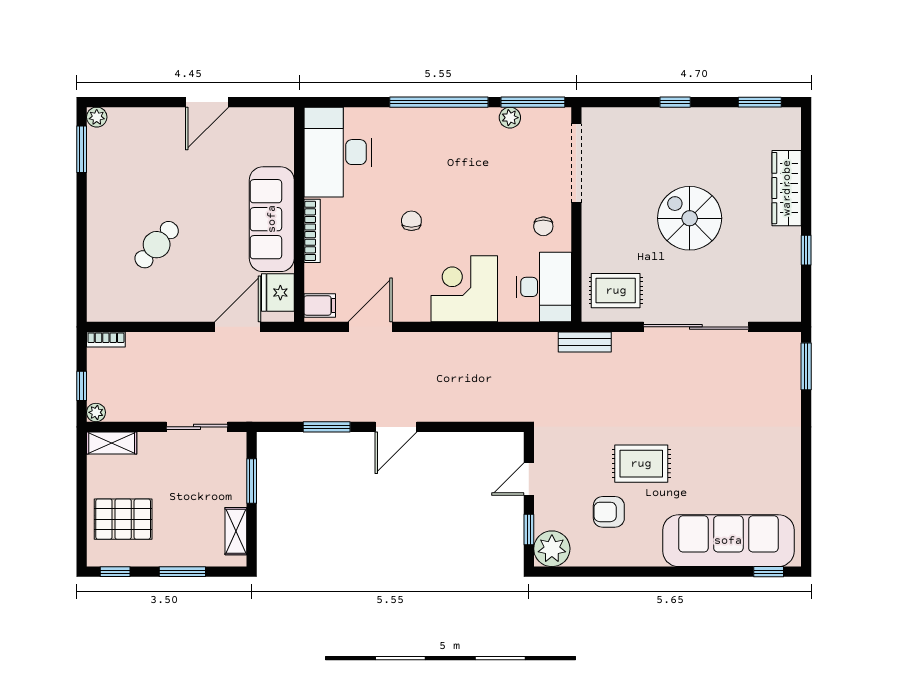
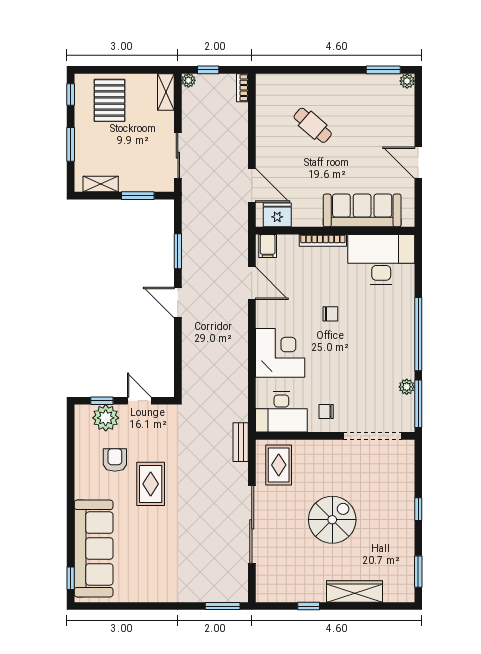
sofa: (272, 219) -> (362, 210), moved
plant: (552, 549) -> (106, 418), moved

